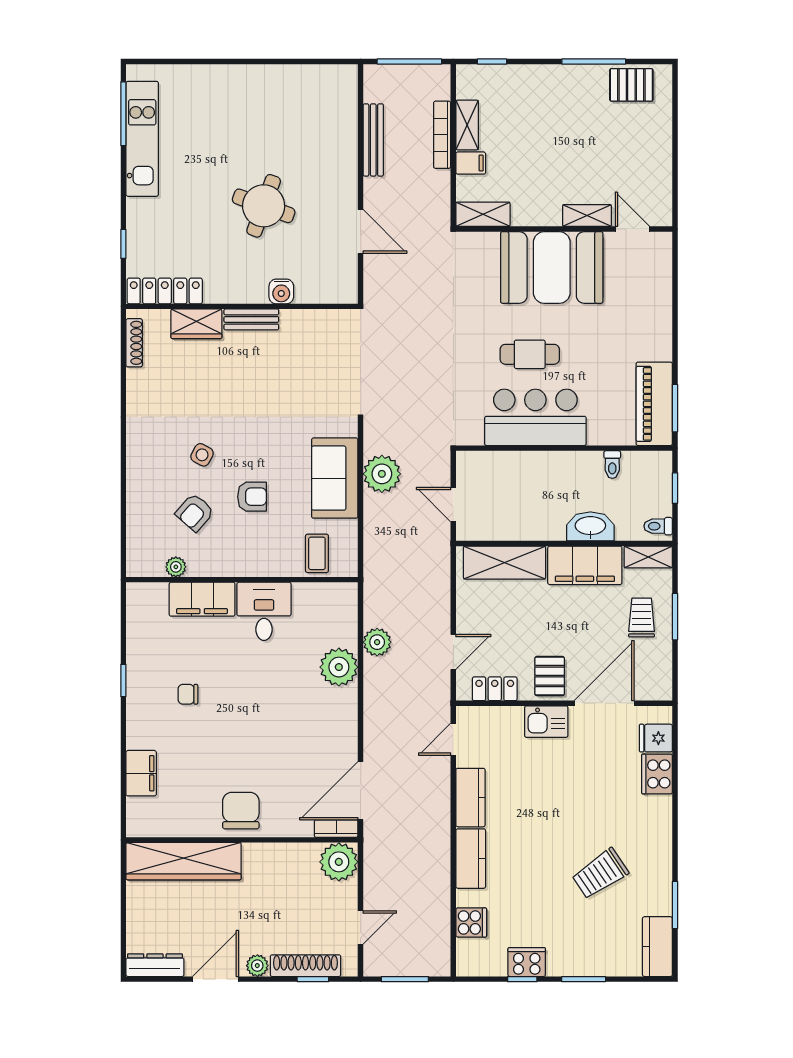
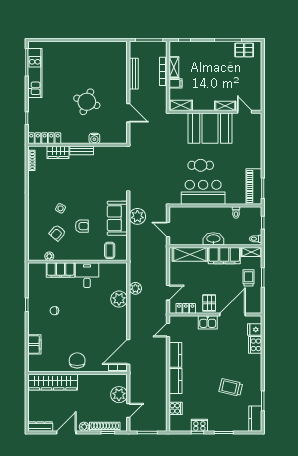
washbasin: (590, 526) -> (213, 239), moved
plant: (339, 862) -> (119, 395), moved
trolley: (600, 874) -> (231, 387), turned 47

